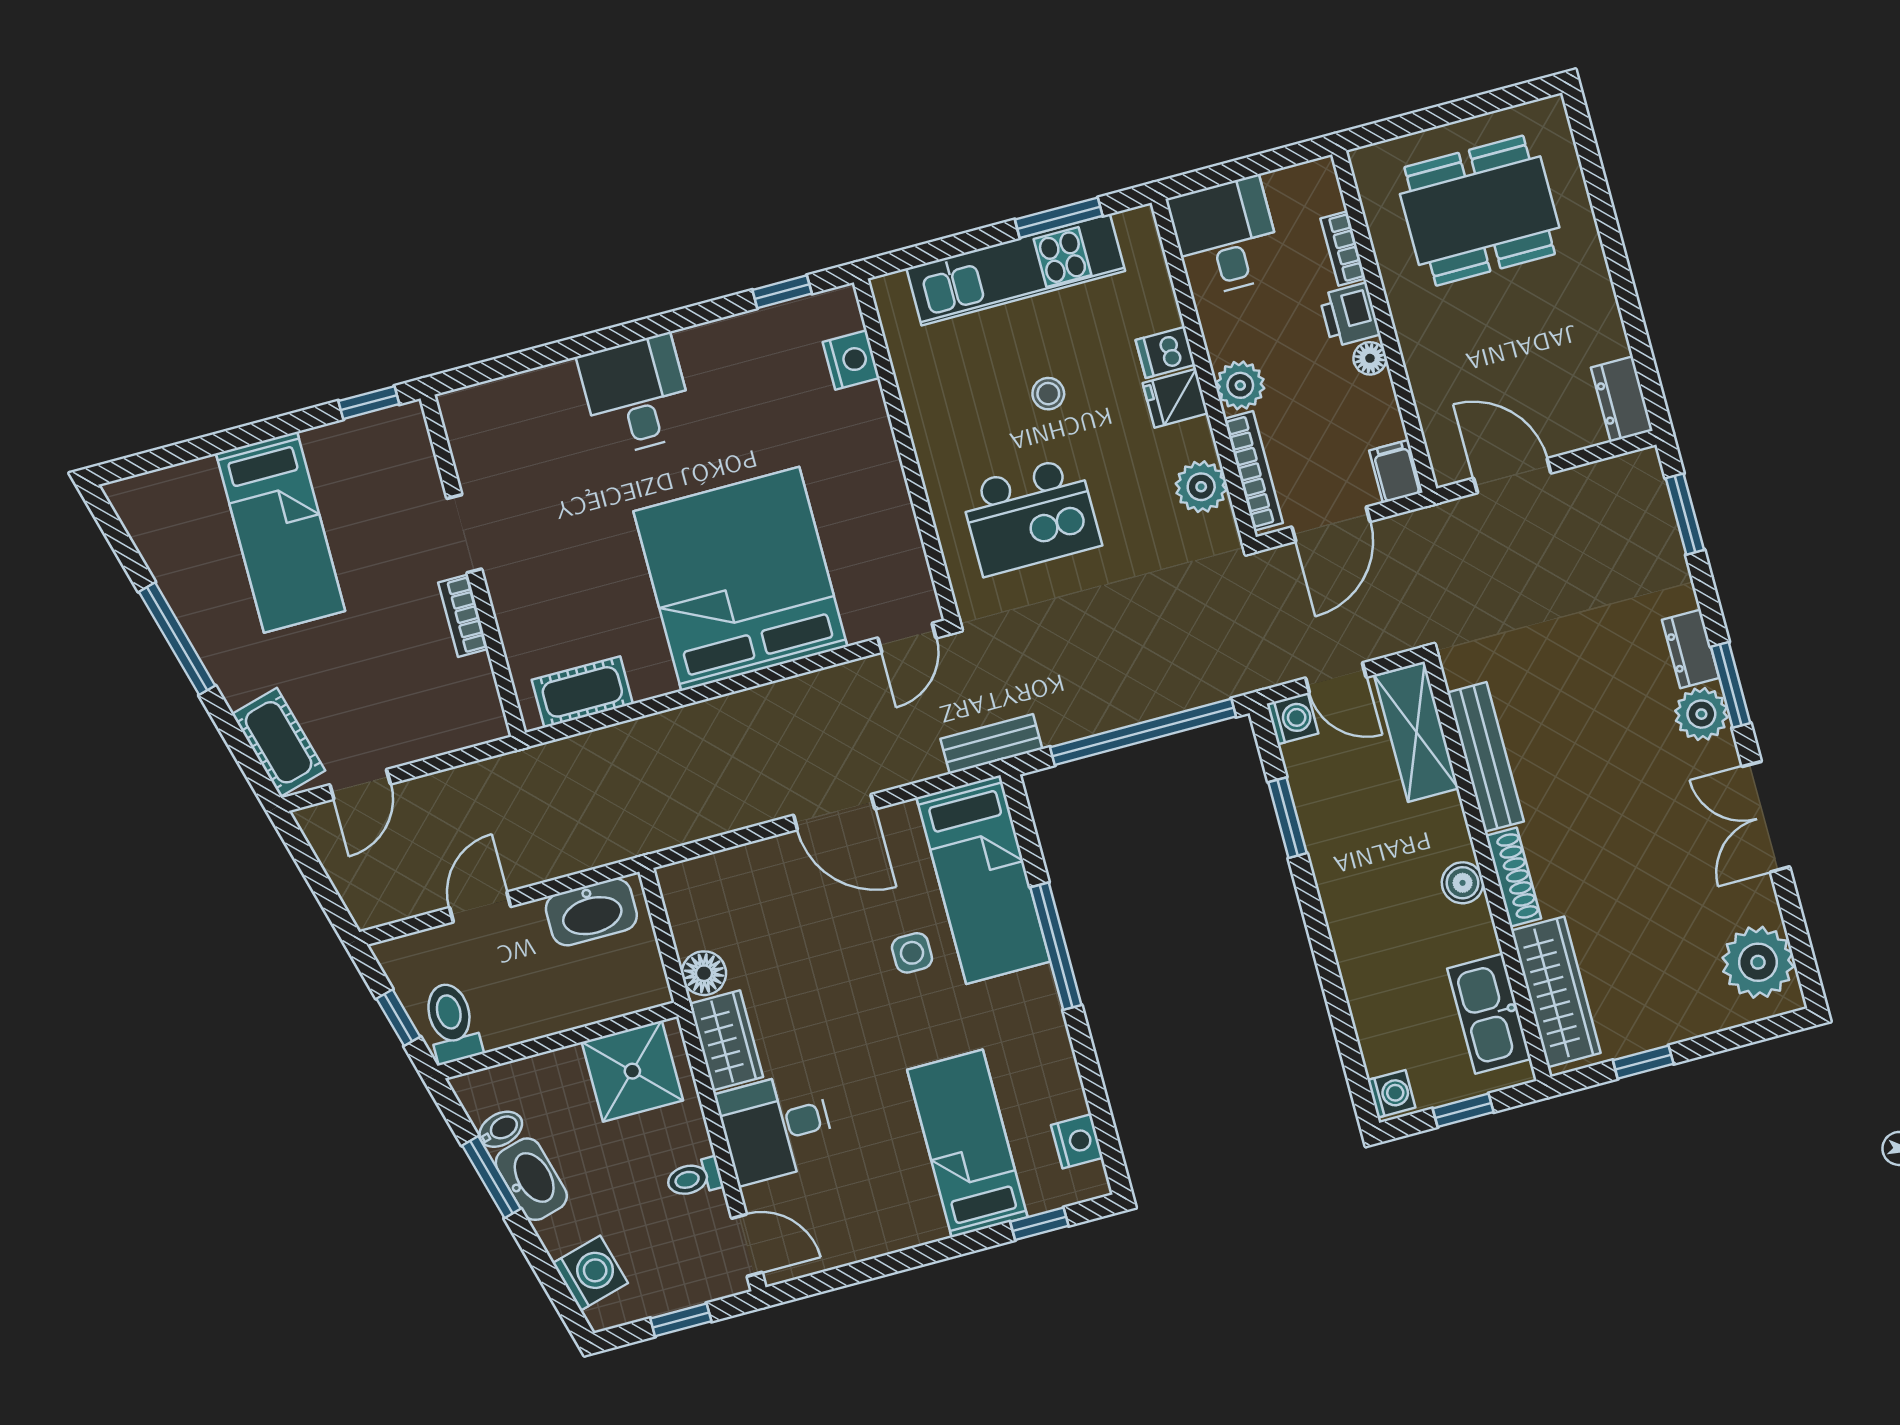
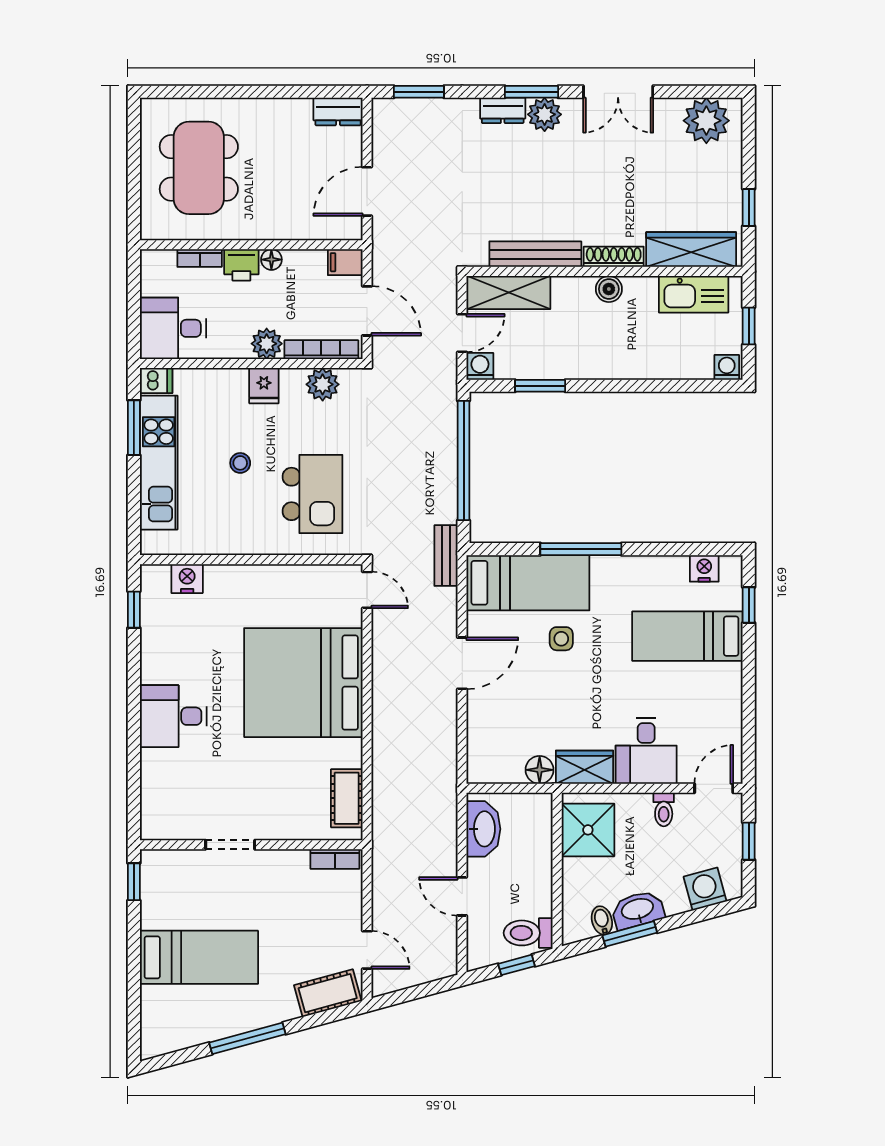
dishwasher: (1165, 352) -> (156, 381), moved, turned -90
bookcase: (463, 616) -> (335, 859), moved

